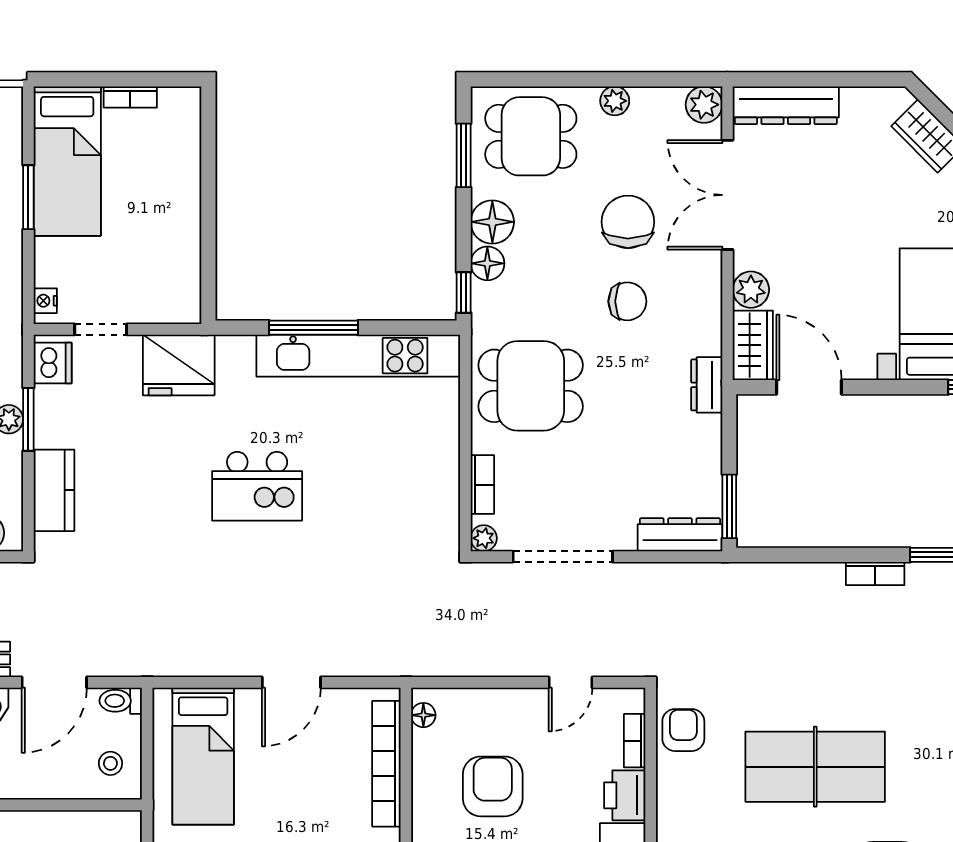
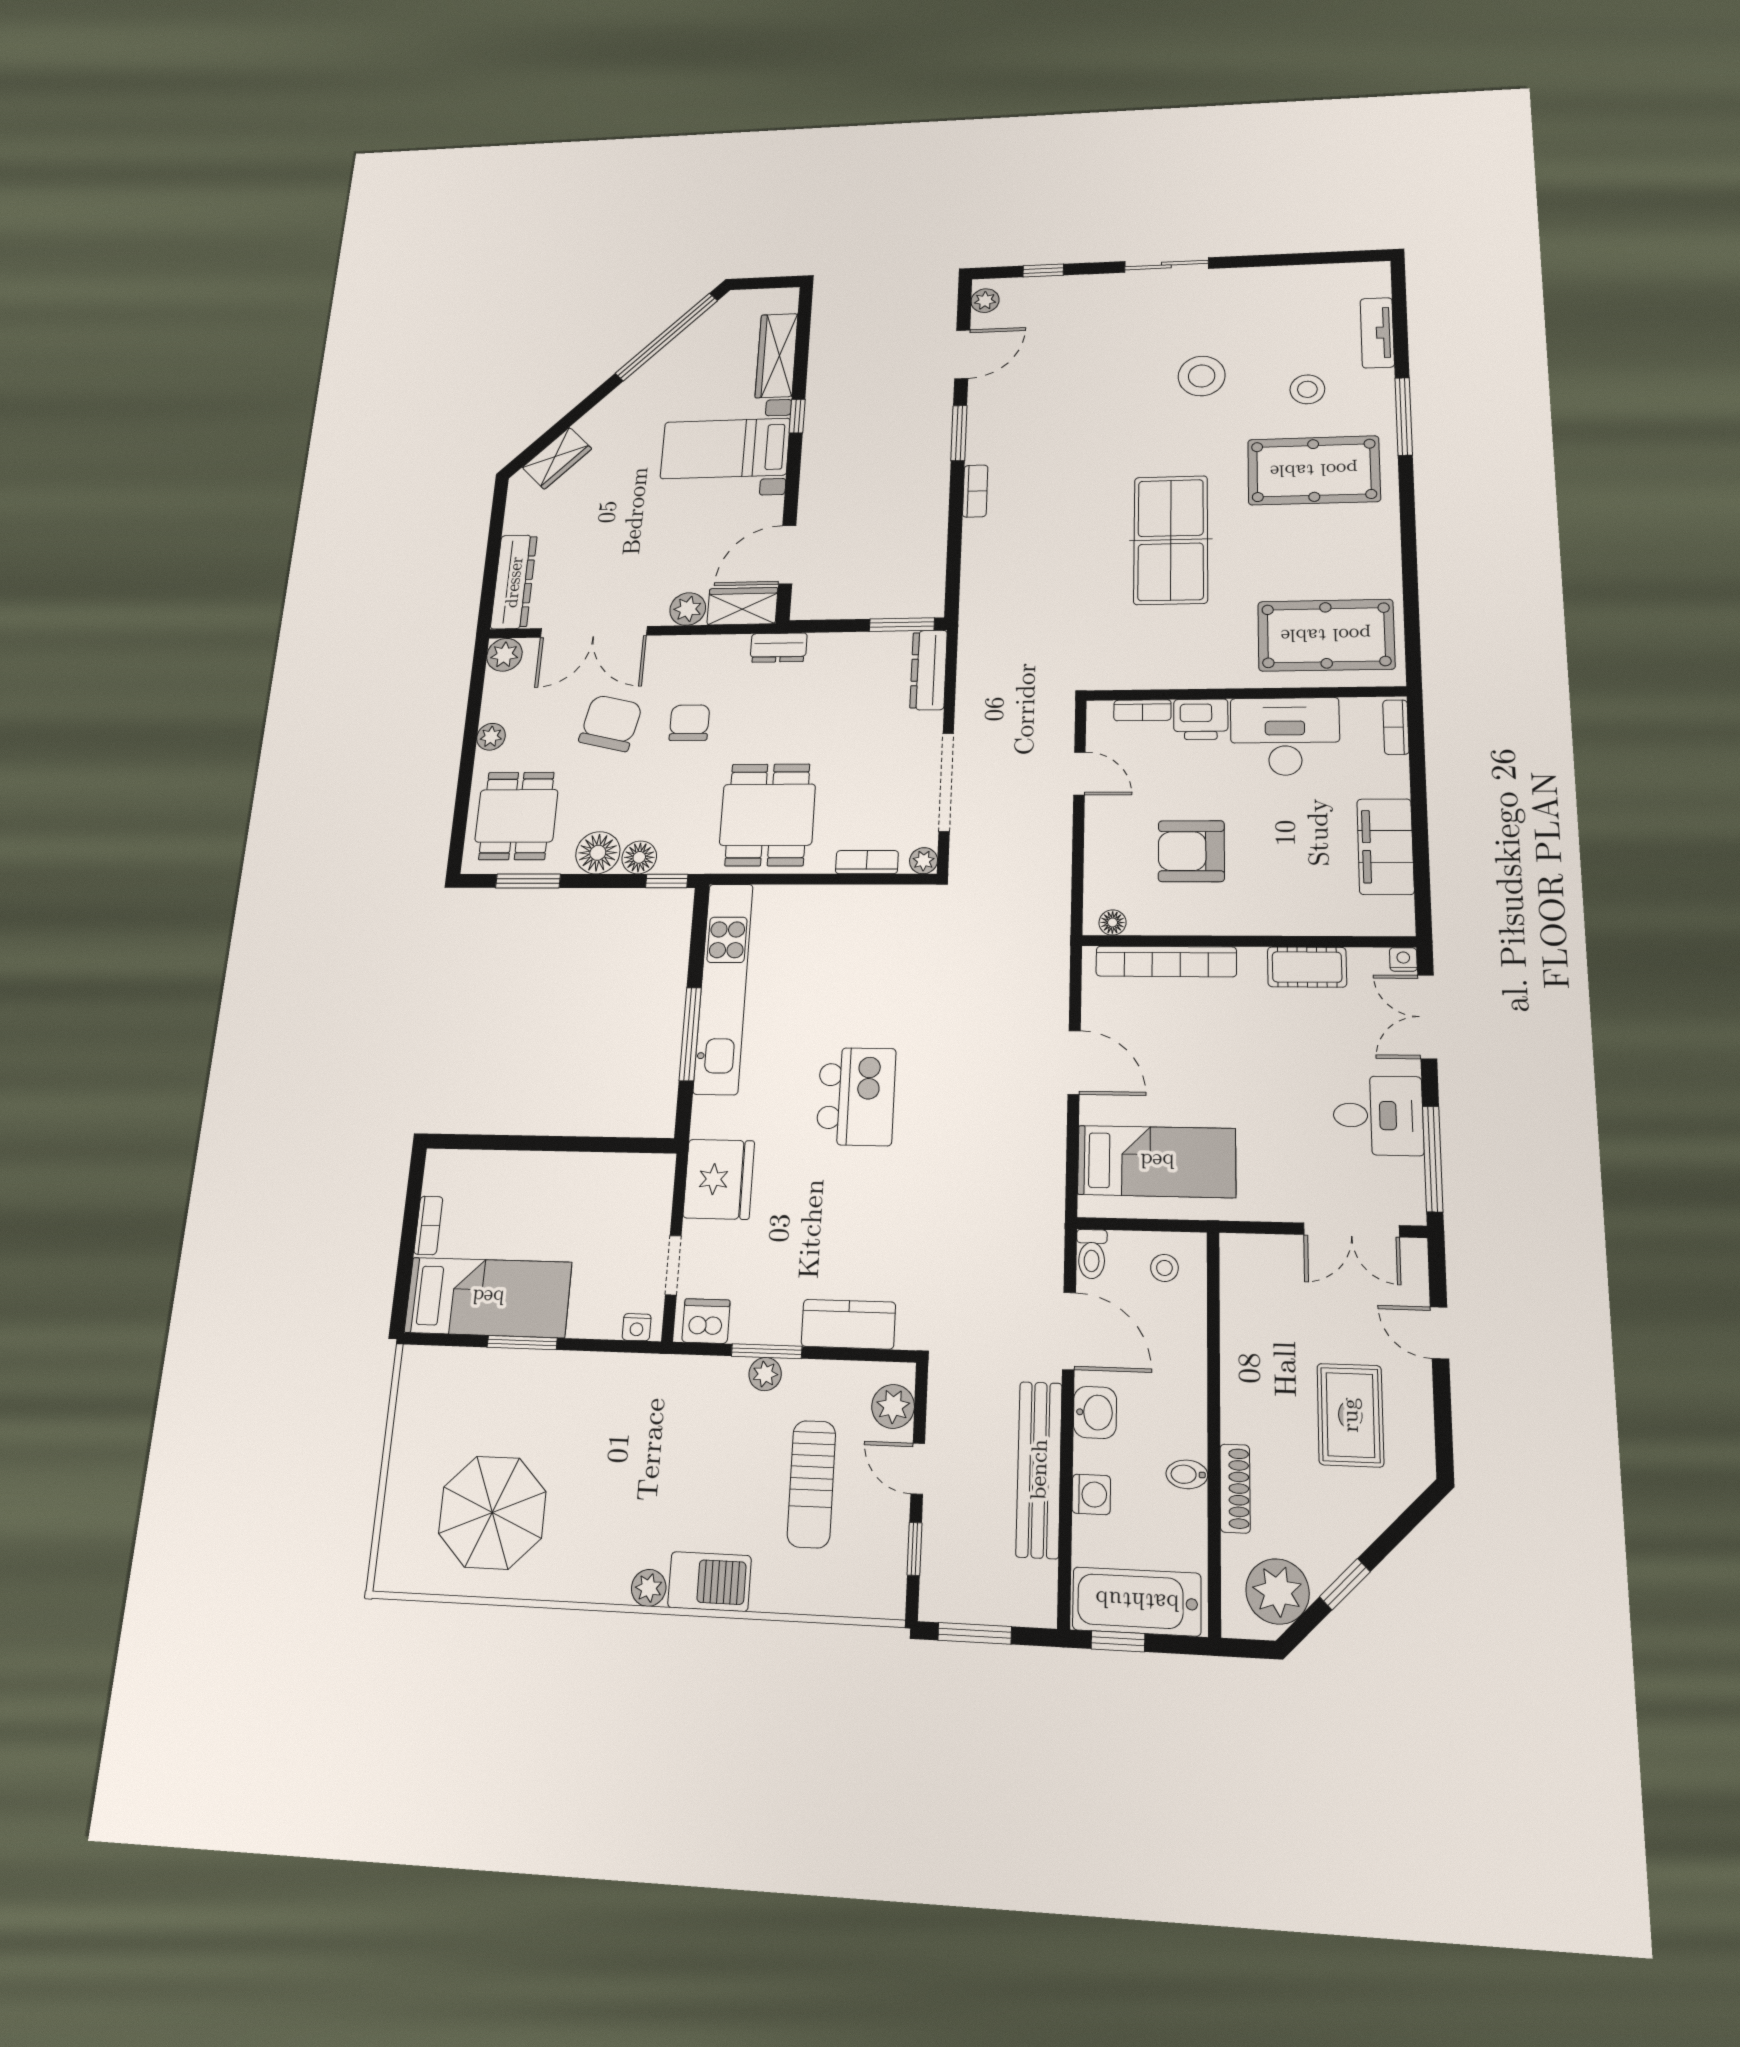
chair: (628, 222) -> (611, 723), turned 103
armchair: (683, 730) -> (1132, 664), removed

